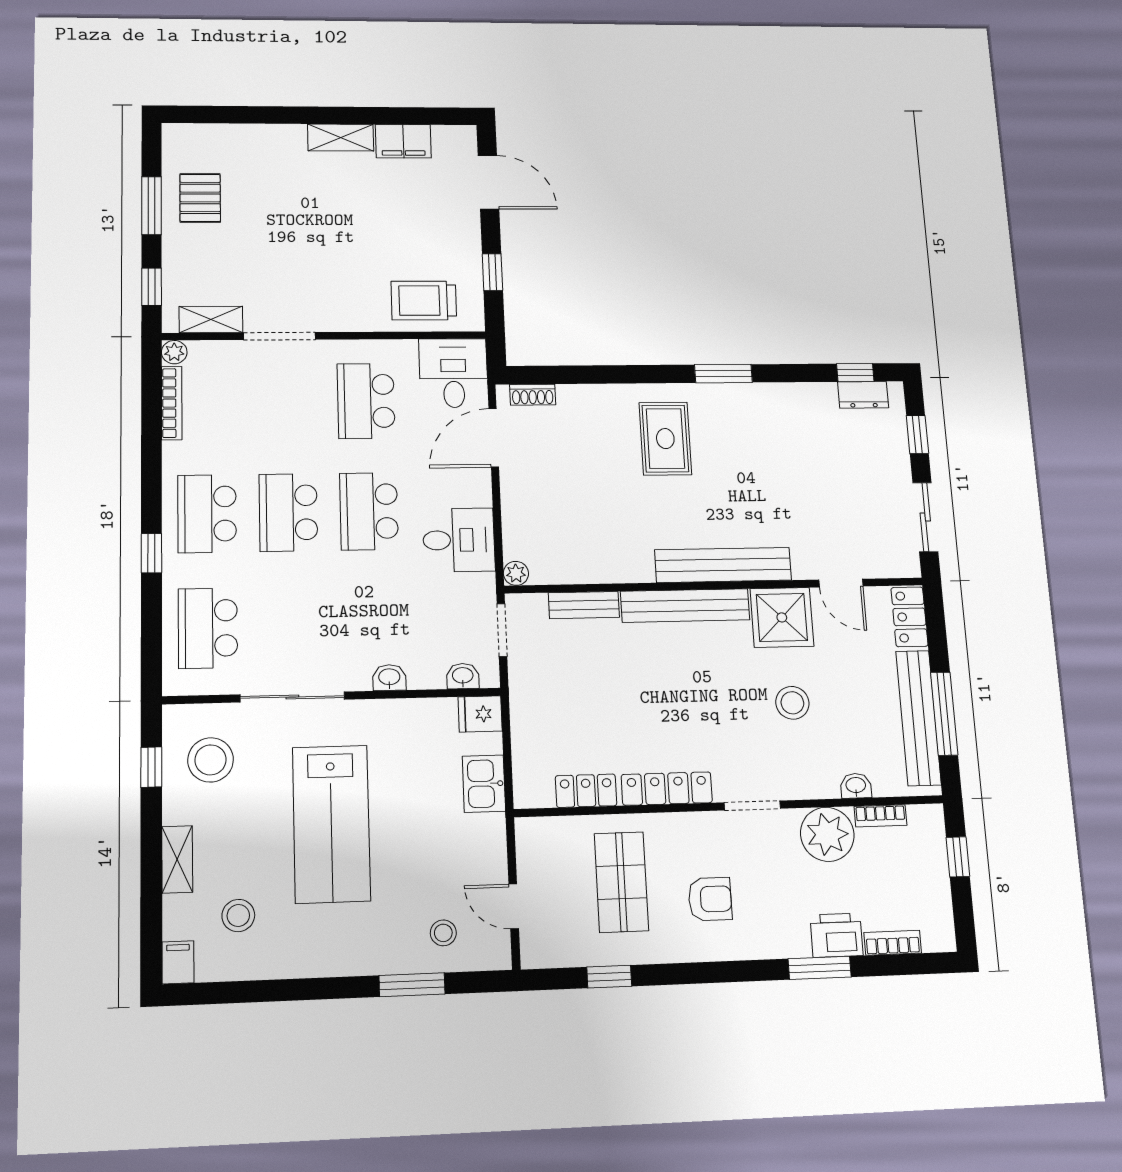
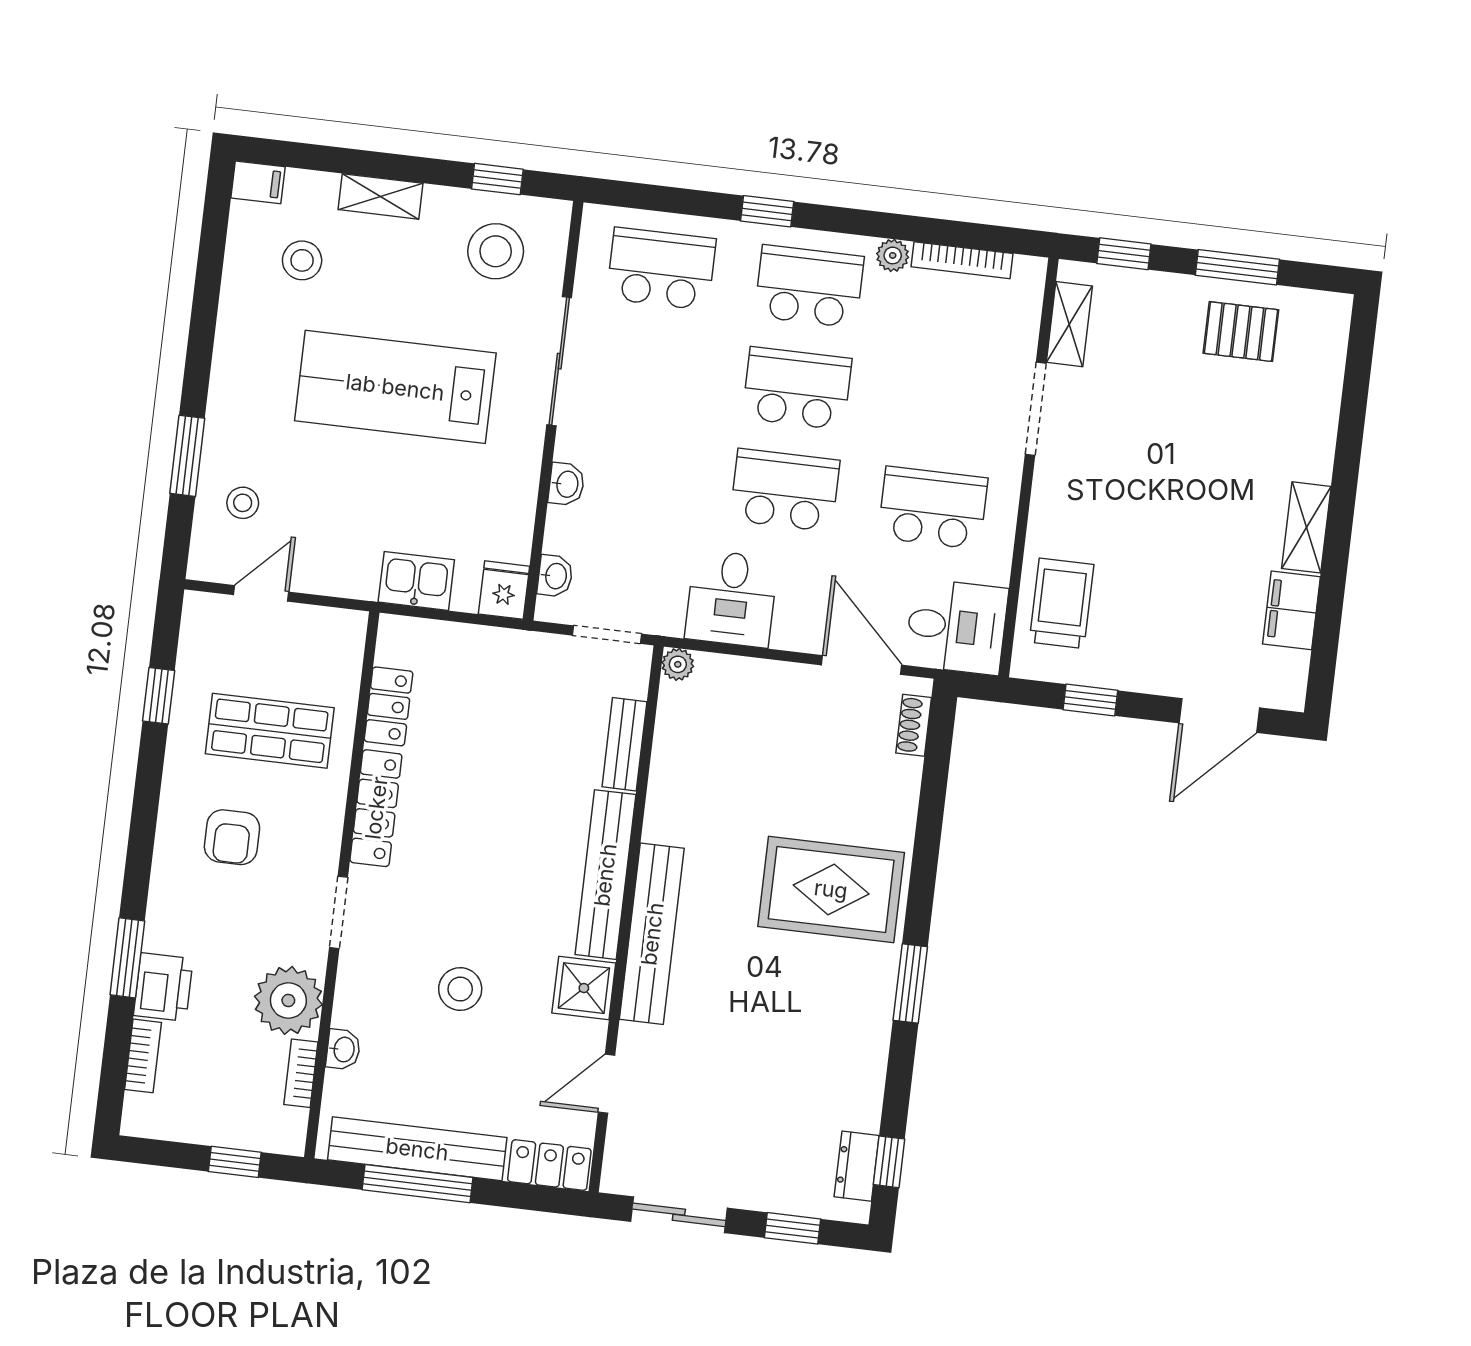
plant: (174, 352) -> (893, 255), moved
rug: (665, 439) -> (831, 889), width x1.36, depth x1.43
shower: (782, 617) -> (584, 988), width x0.73, depth x0.73

